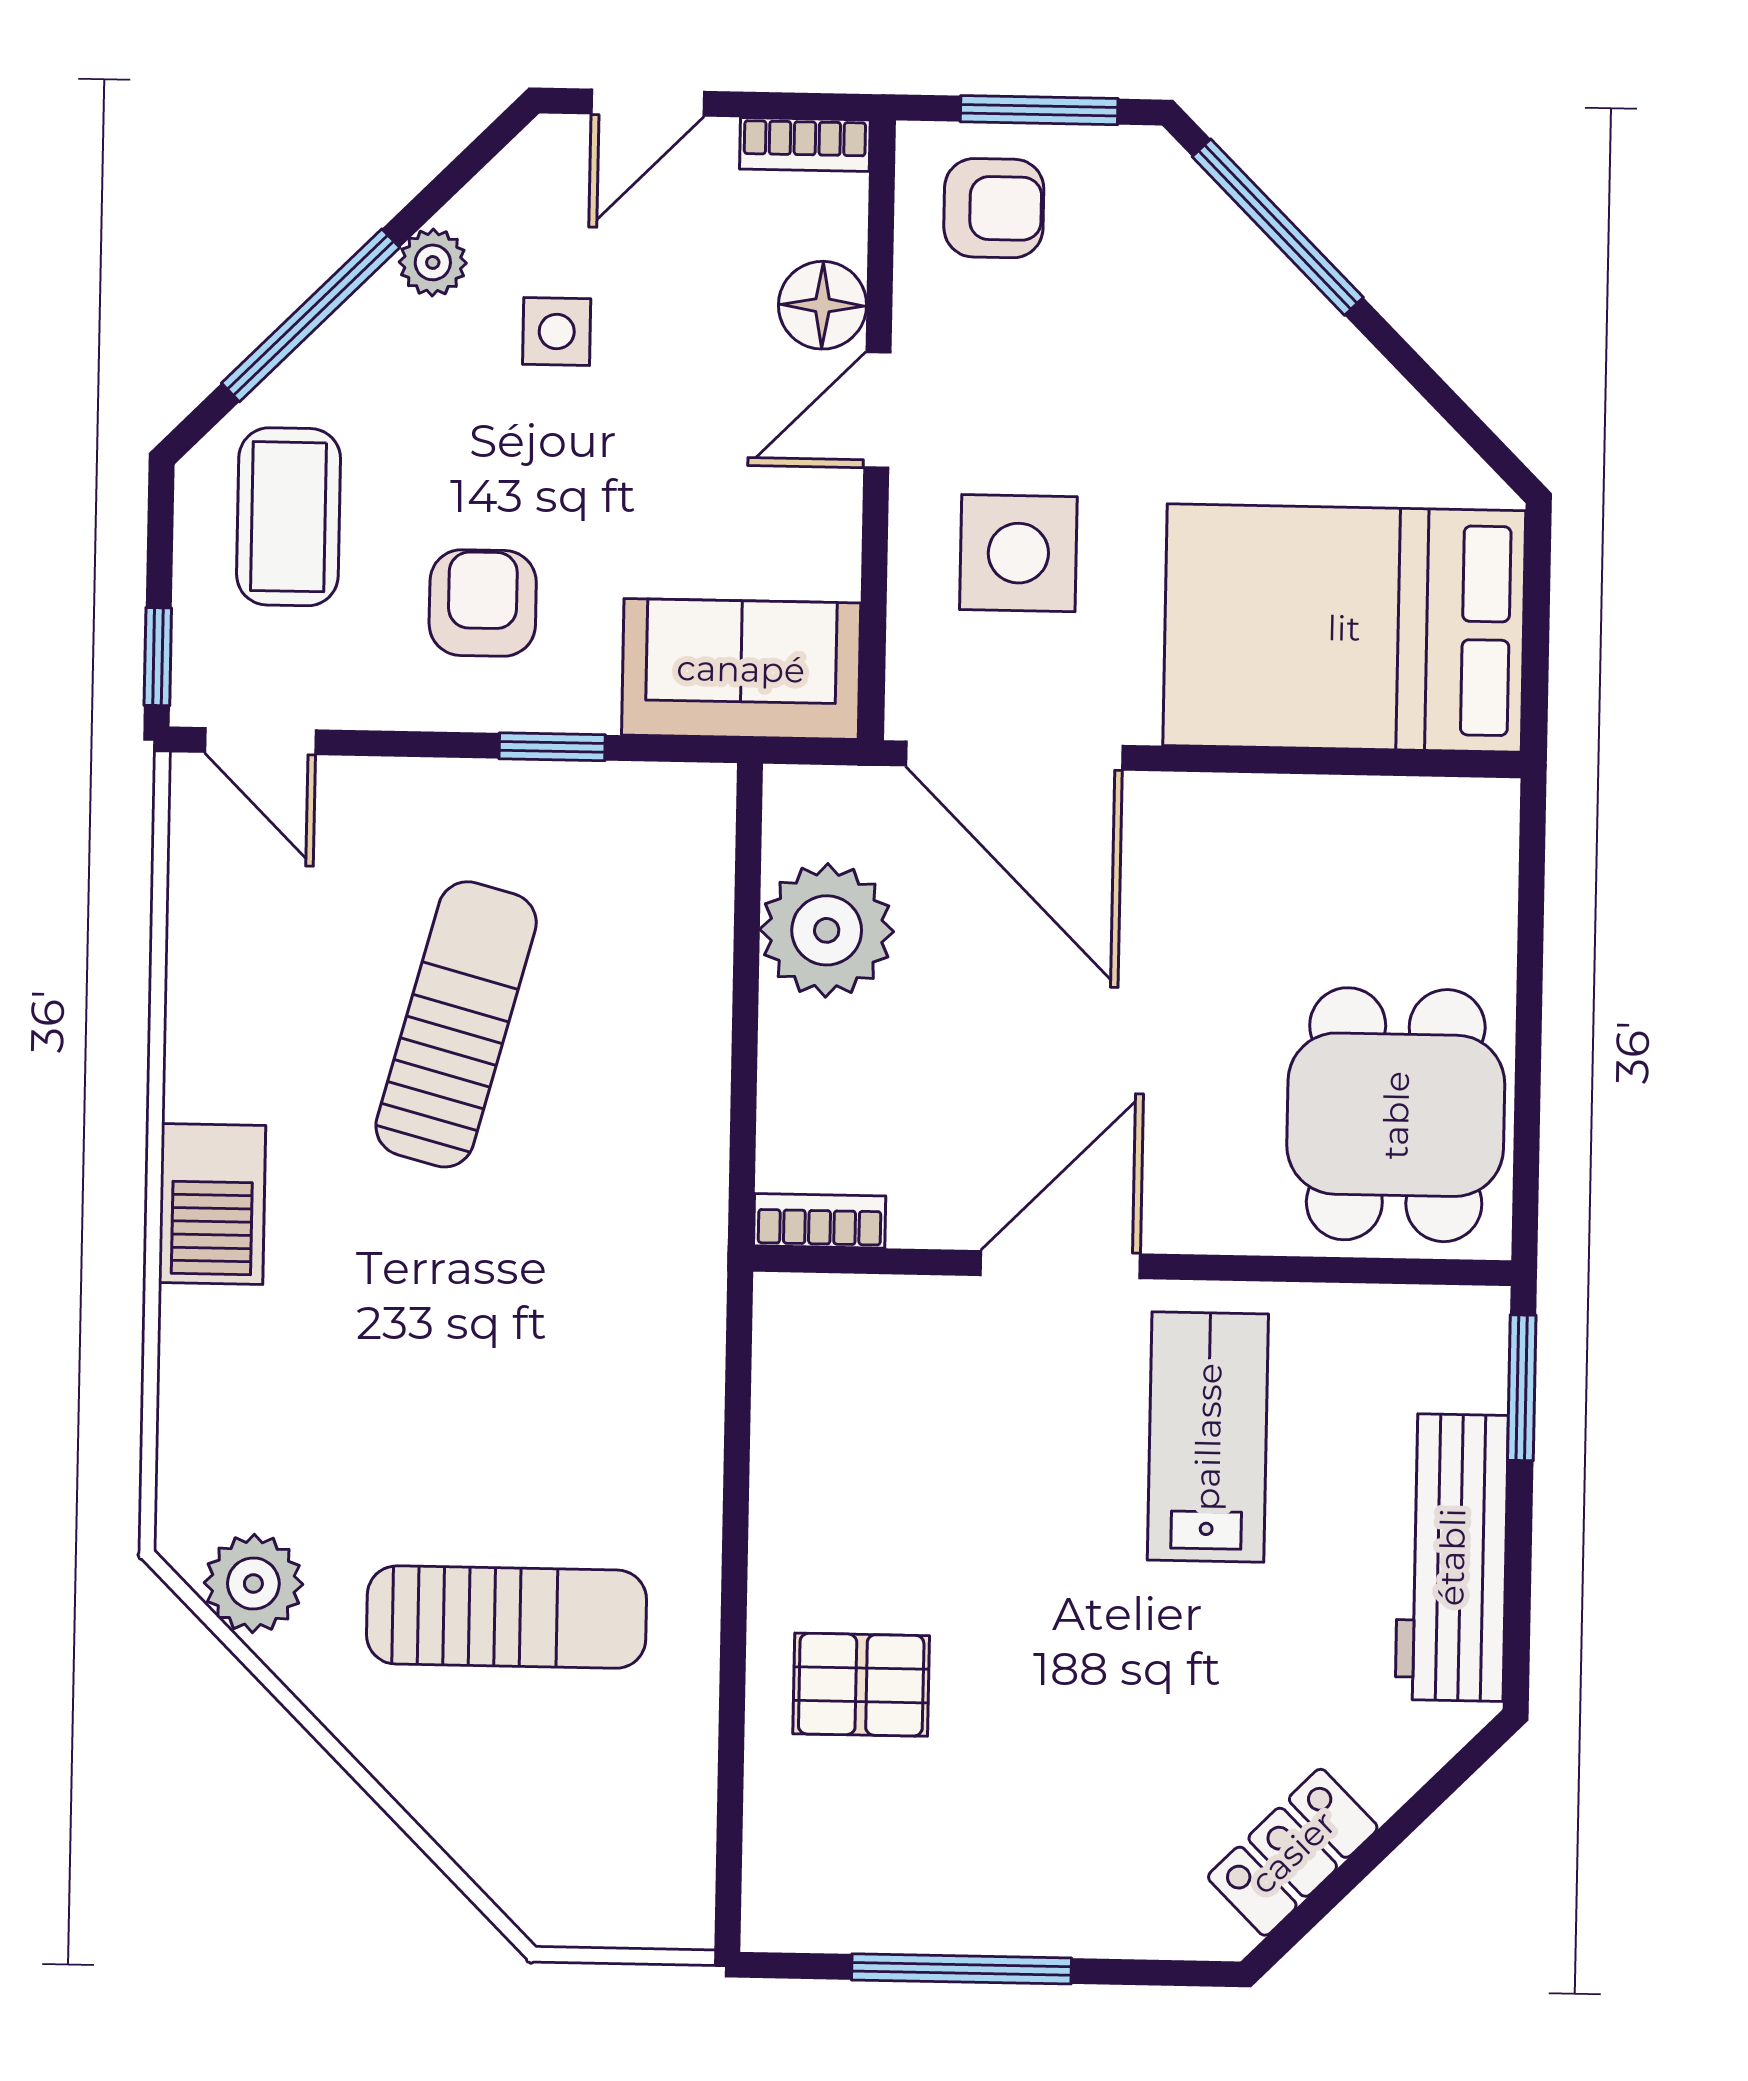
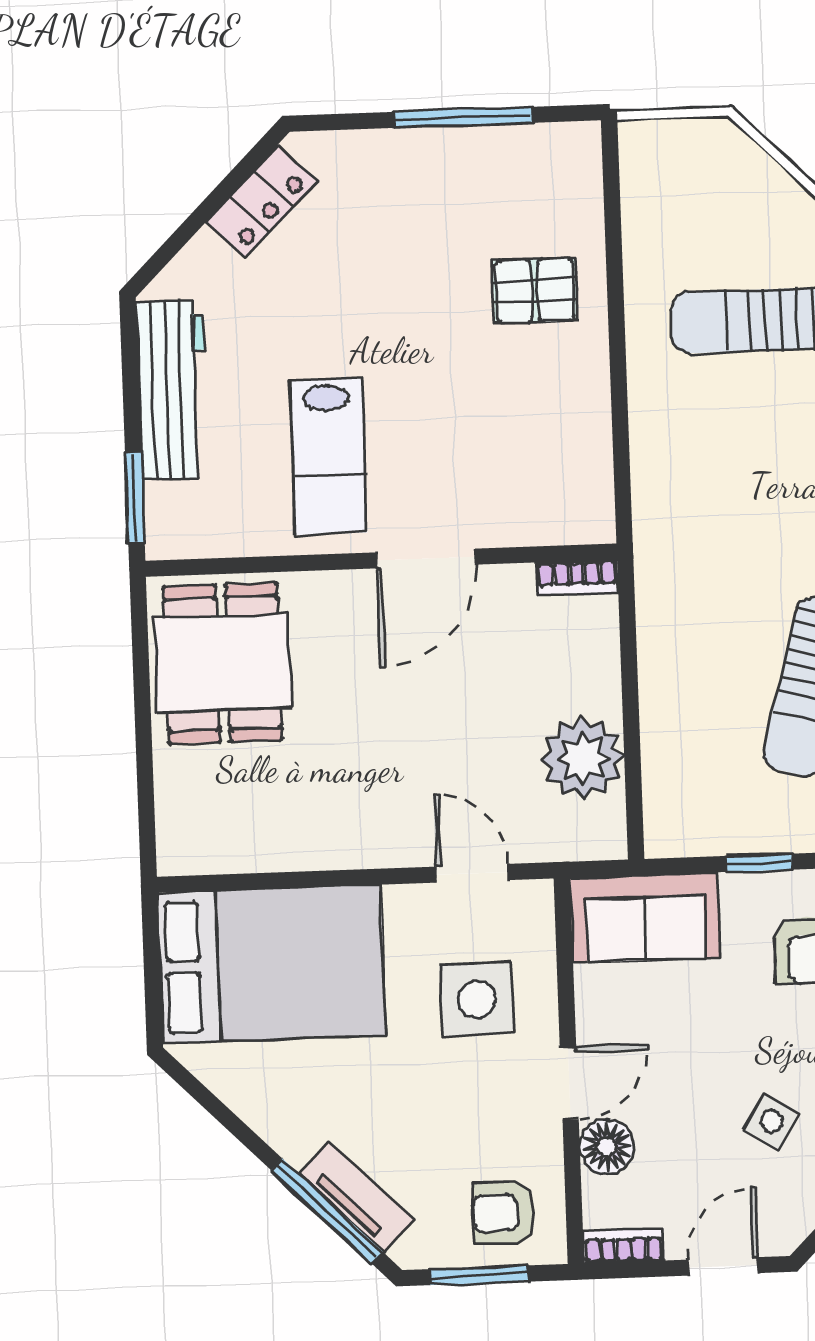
tv unit: (1229, 246) -> (356, 1197), added
side table: (557, 332) -> (771, 1121), turned 33
door: (1014, 756) -> (472, 873), width x0.53

